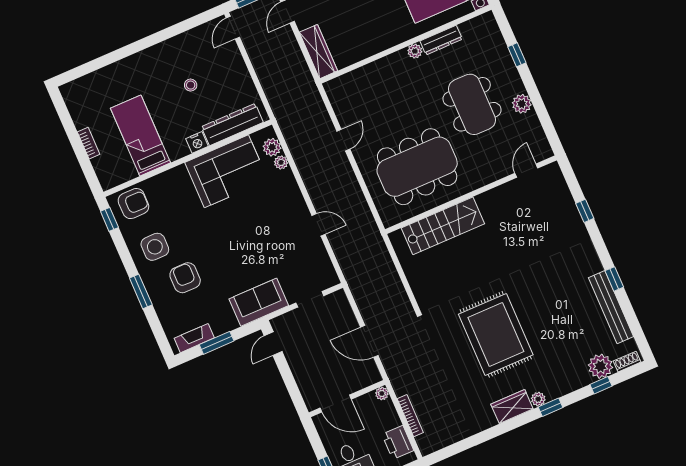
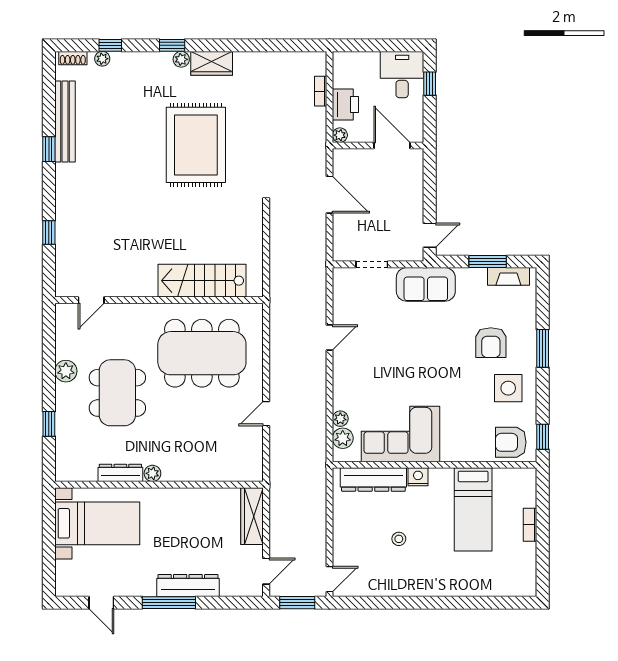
door: (319, 225) -> (330, 337), swing flipped
plant: (600, 366) -> (102, 59), width x0.53, depth x0.53
bookcase: (410, 416) -> (321, 91), width x0.64
printer: (398, 442) -> (345, 105), moved

